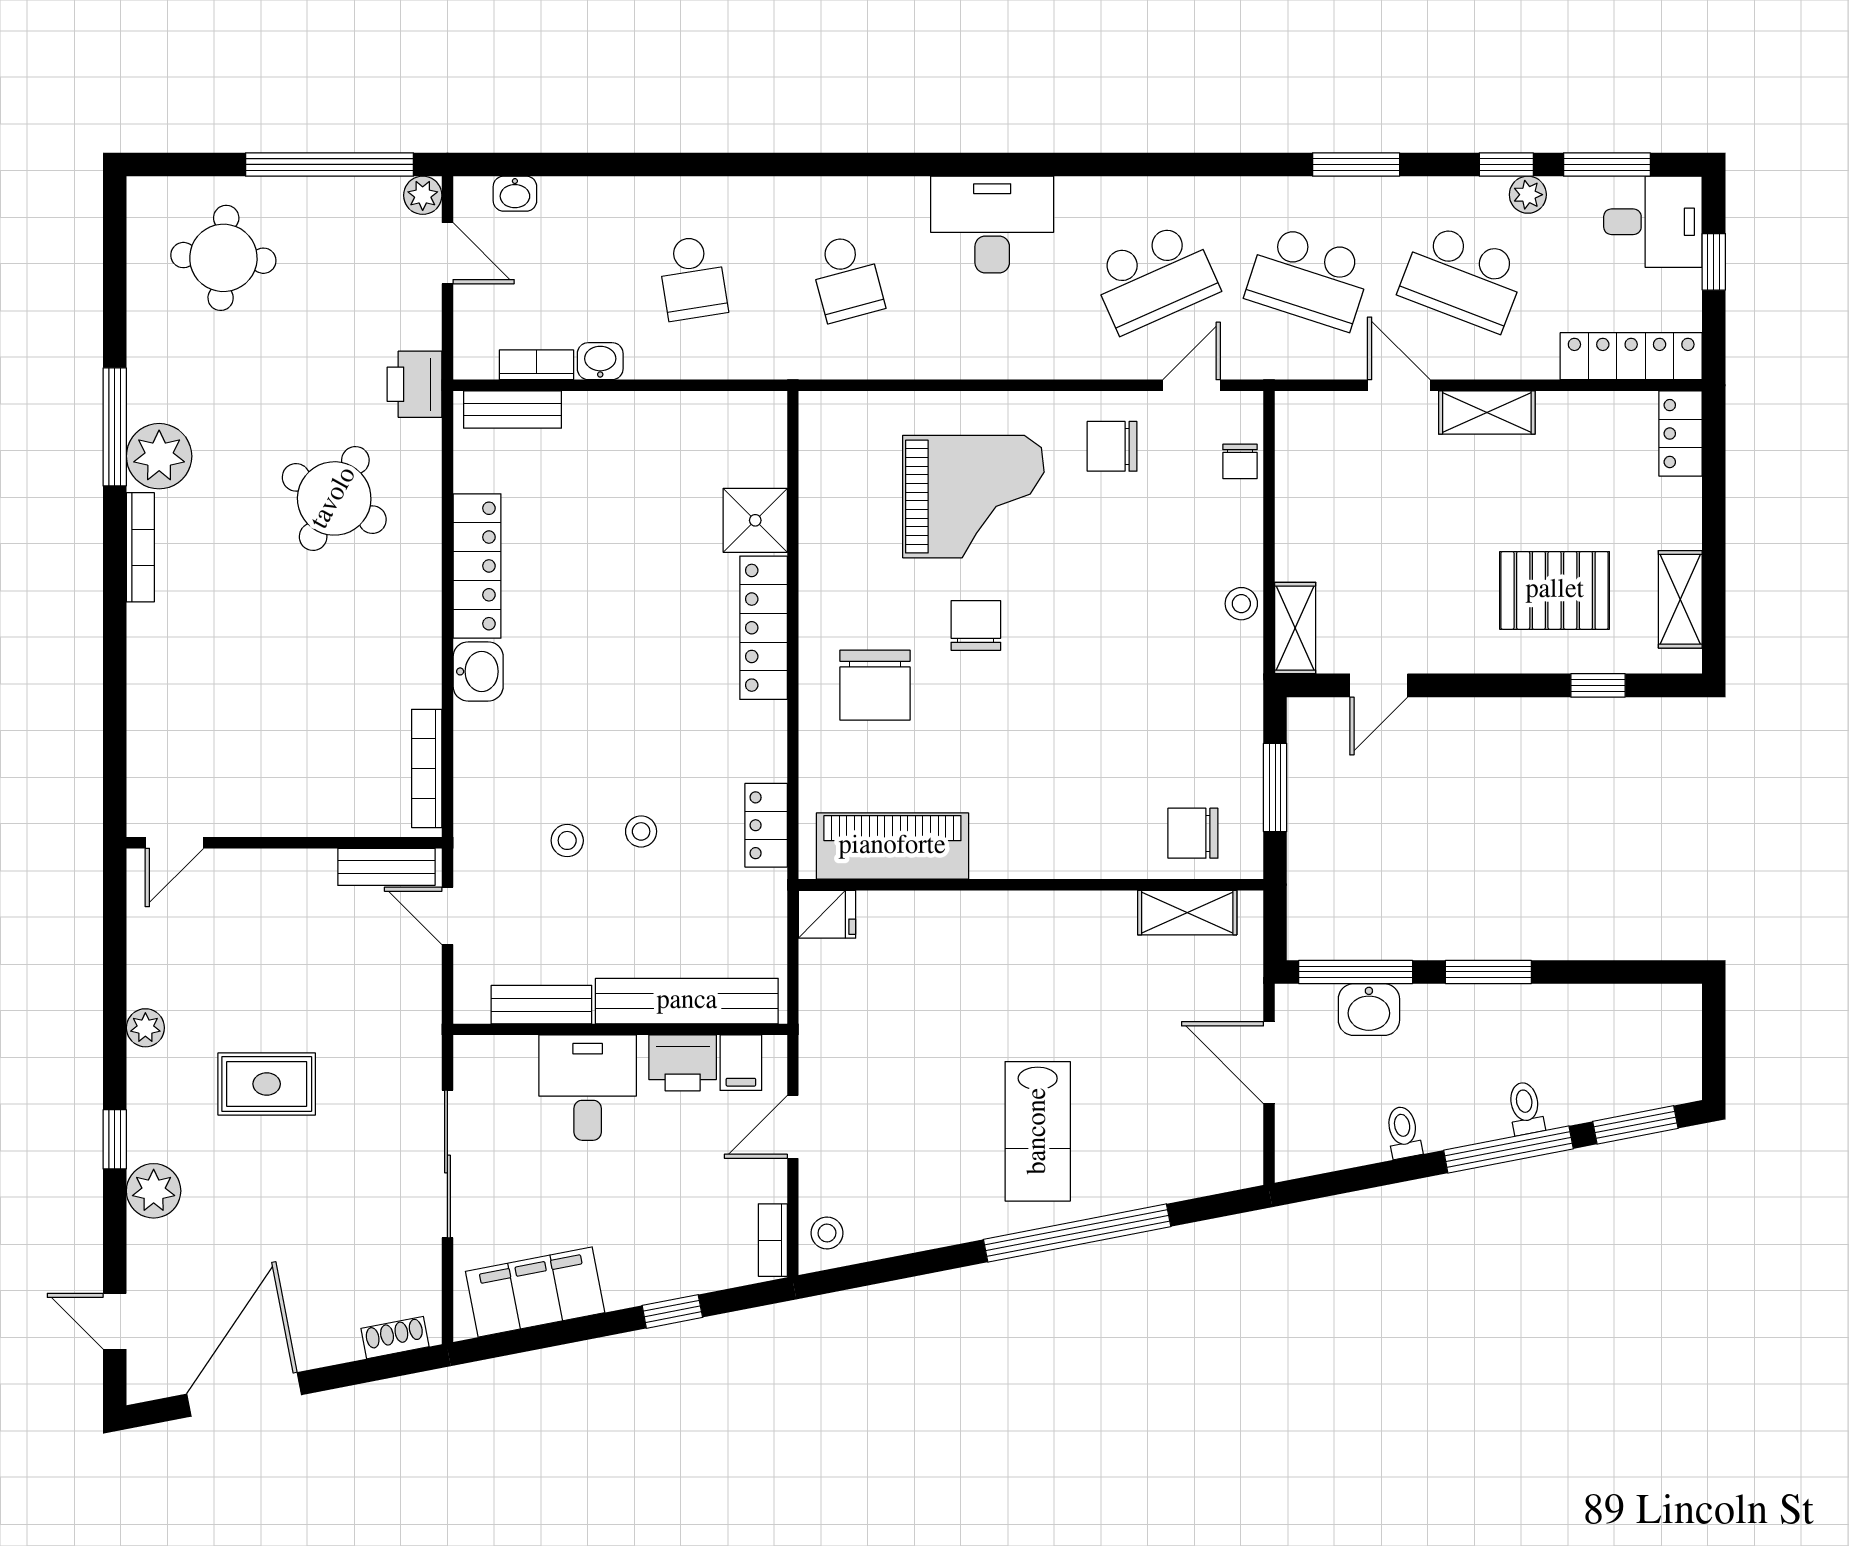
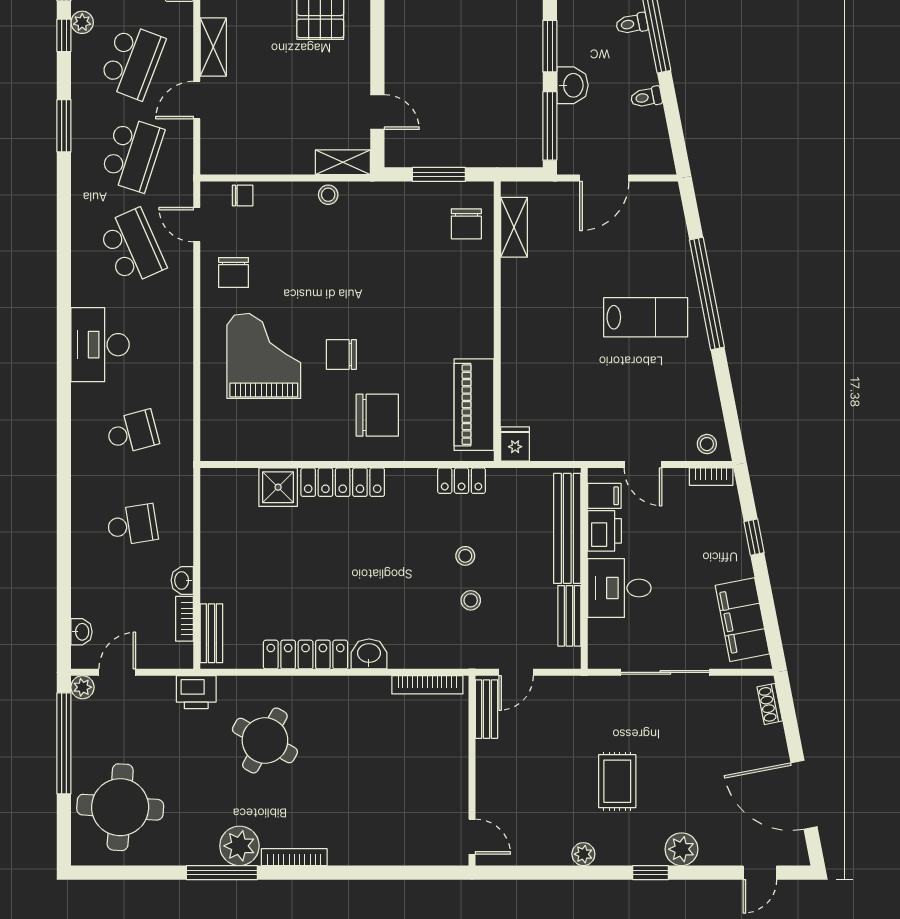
round table: (223, 258) -> (120, 807), width x1.36, depth x1.36
washbasin: (1369, 1010) -> (572, 85), moved

